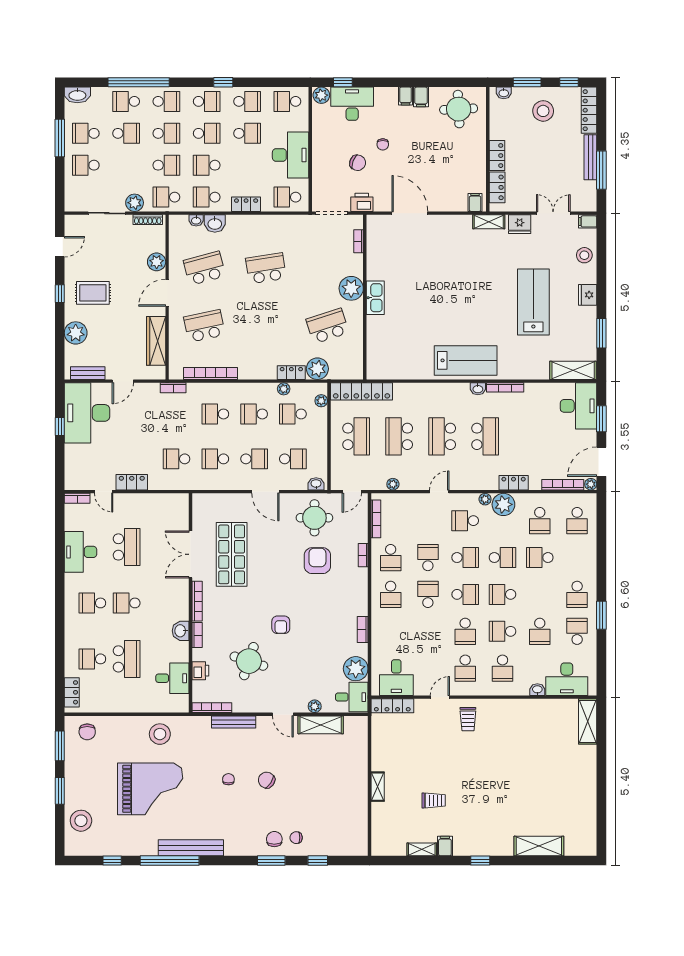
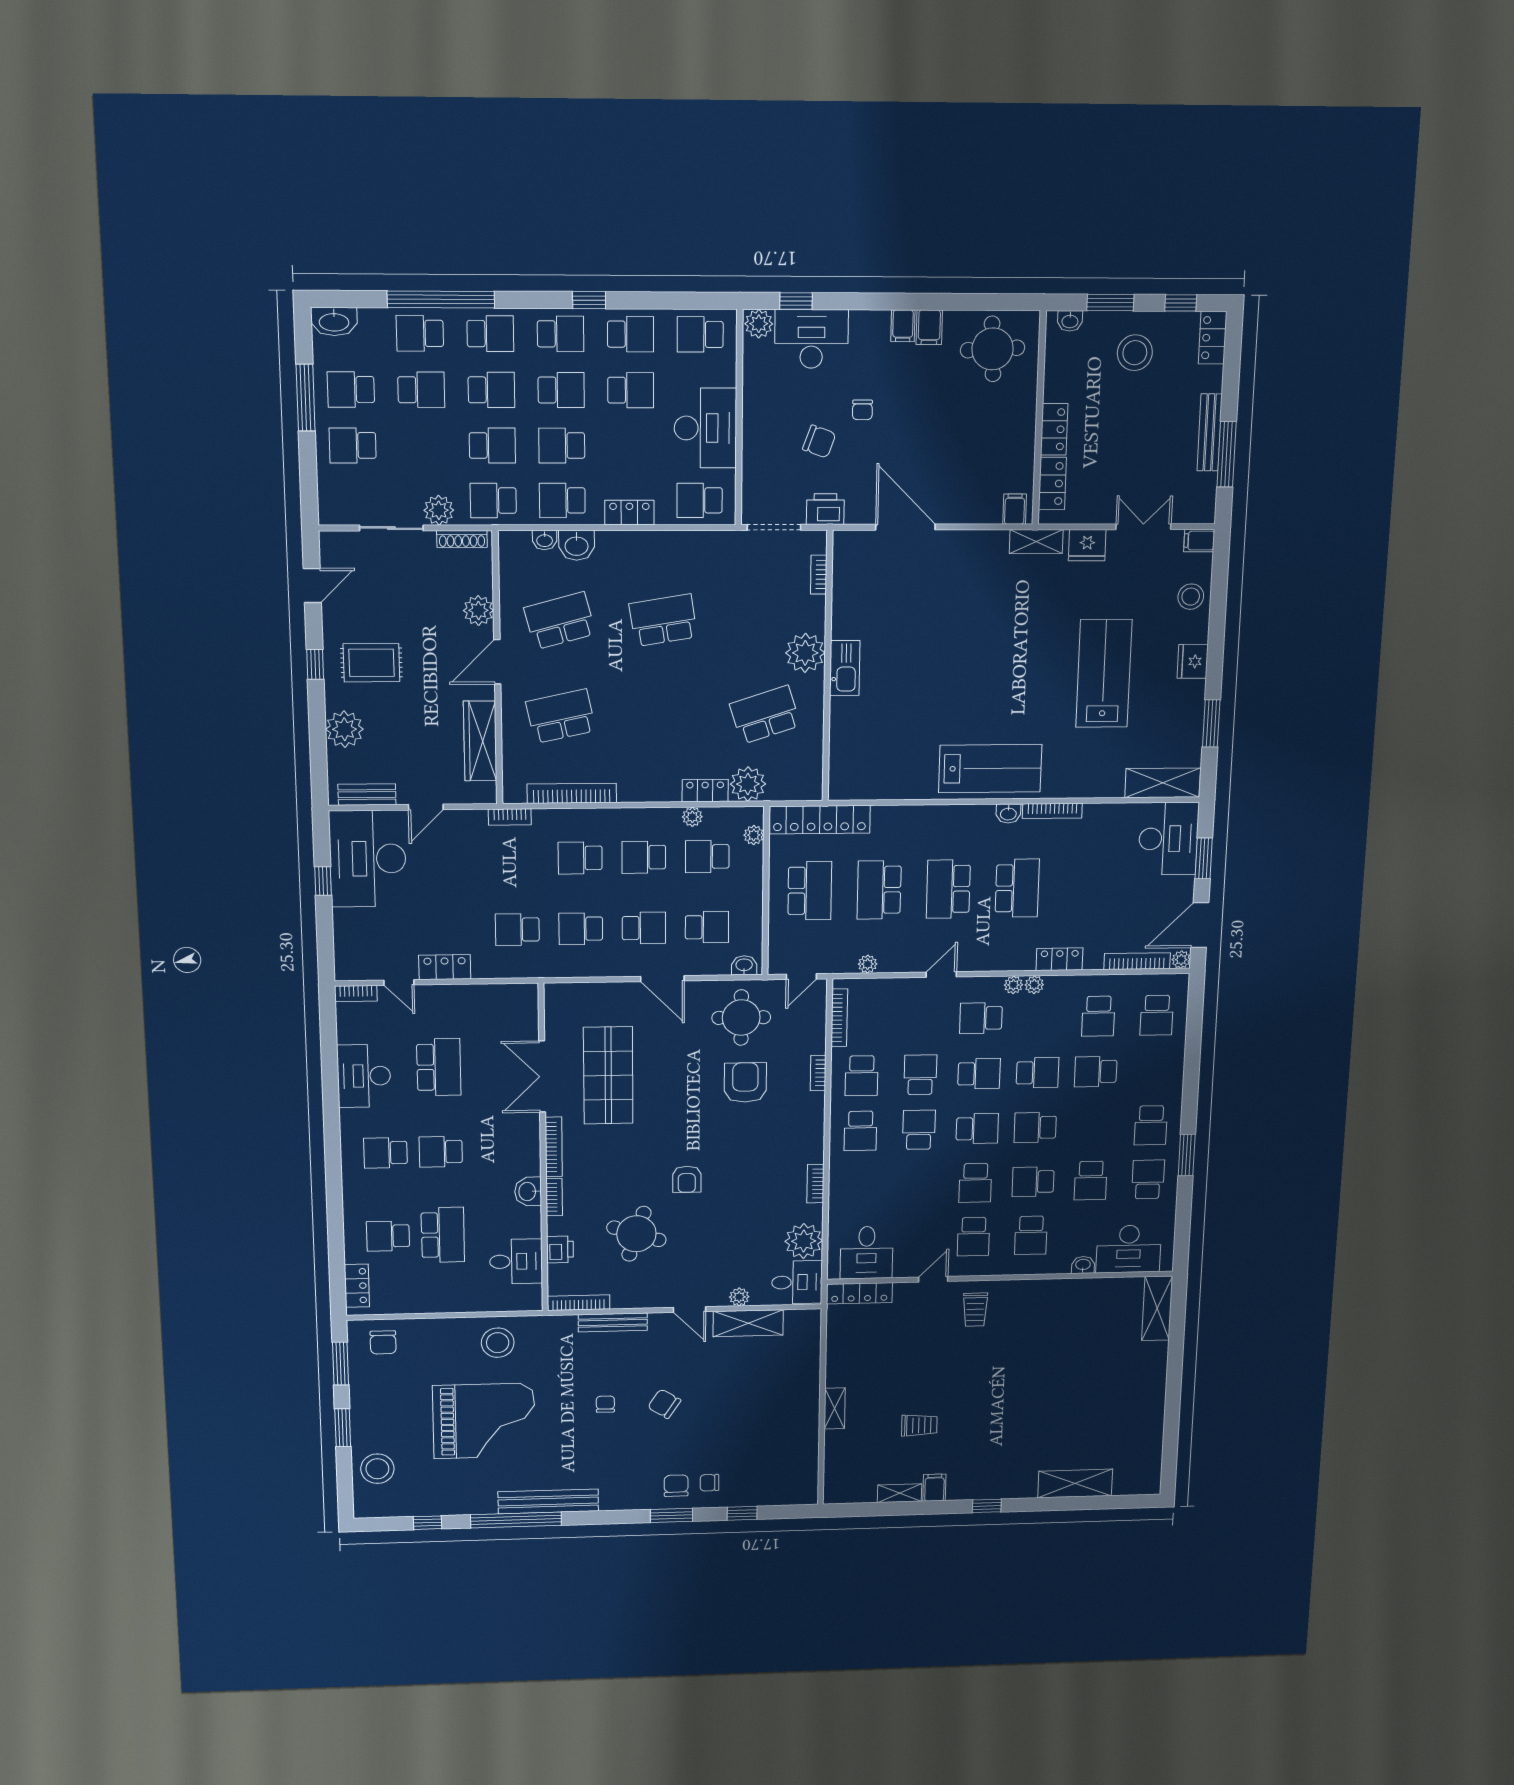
locker: (589, 110) -> (1213, 338), width x0.66
plant: (503, 504) -> (1034, 985), width x0.53, depth x0.53

